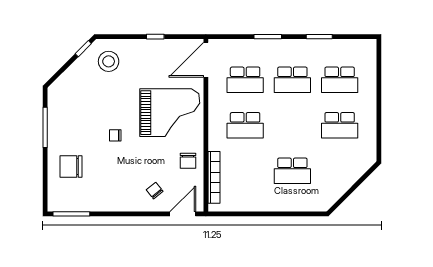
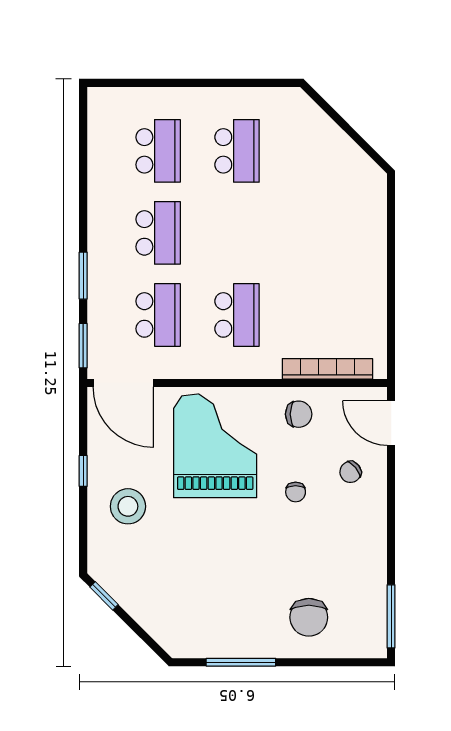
window: (319, 37) -> (83, 346), moved
stool: (109, 61) -> (128, 506), moved
chair: (115, 135) -> (296, 492), moved
school desk: (292, 171) -> (316, 233), removed

